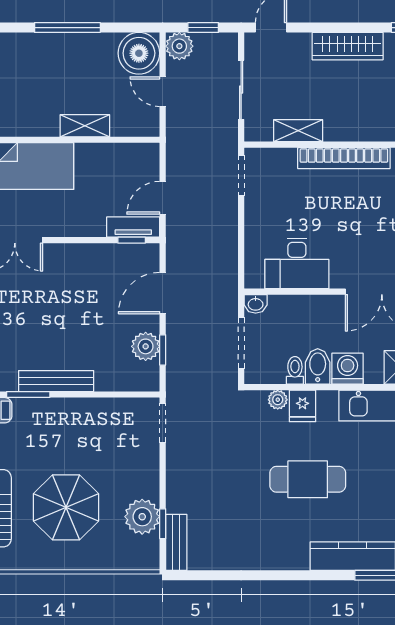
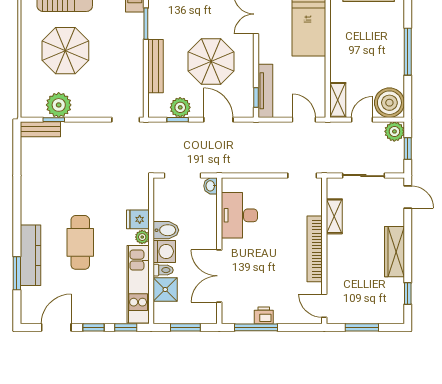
shelving: (85, 126) -> (338, 100), moved
door: (163, 198) -> (304, 120), moved
tv unit: (133, 227) -> (265, 91), width x1.41
parasol: (81, 303) -> (211, 62), added
toilet: (295, 370) -> (163, 270), moved
bench: (56, 381) -> (156, 66), moved
plant: (278, 400) -> (142, 237), moved
cafe table: (308, 479) -> (80, 242), moved

